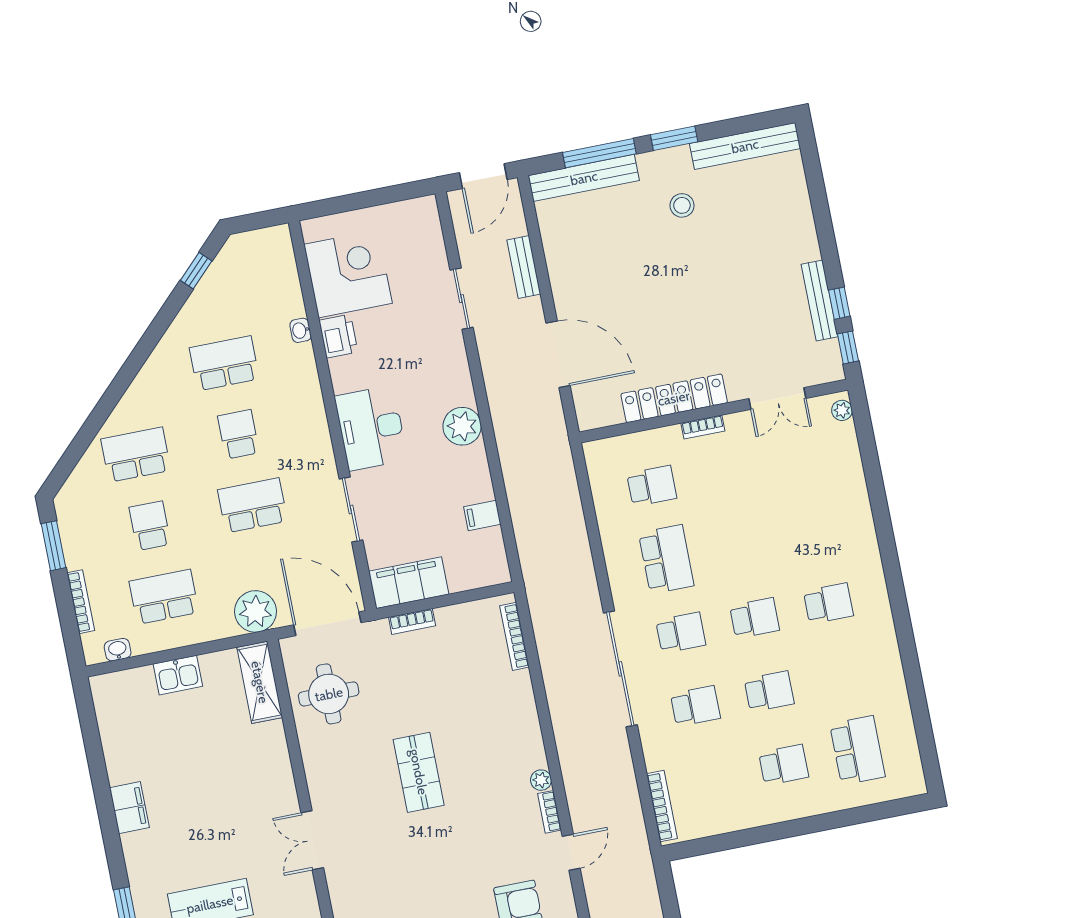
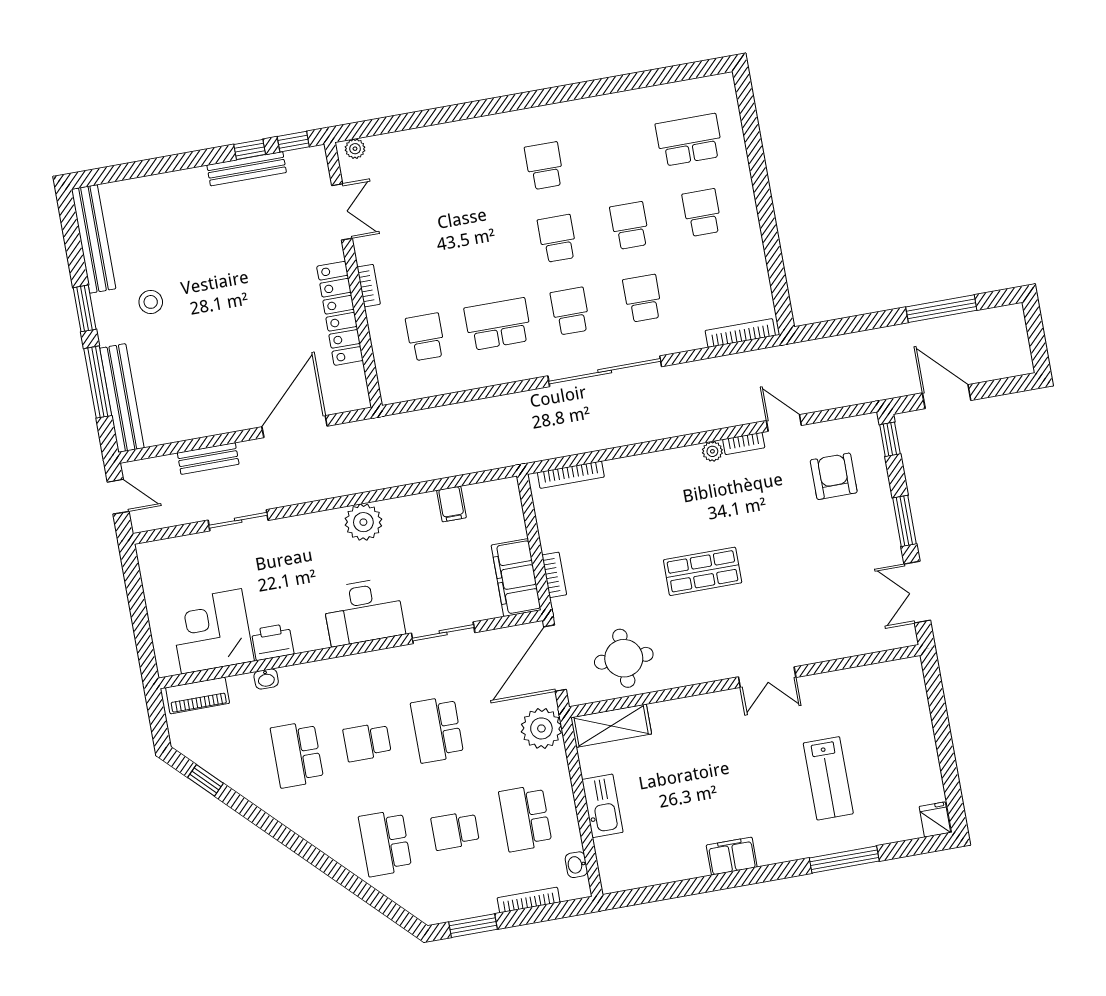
door: (483, 176) -> (118, 497), width x0.73
piano: (282, 261) -> (198, 695), added
kitchen sink: (178, 675) -> (602, 806), width x1.38

